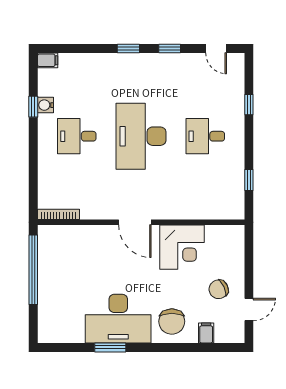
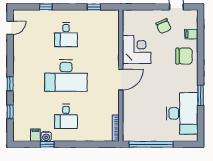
window: (170, 48) -> (10, 112), moved
filing cabinet: (48, 60) -> (35, 135), moved
desk: (118, 319) -> (182, 113), moved

